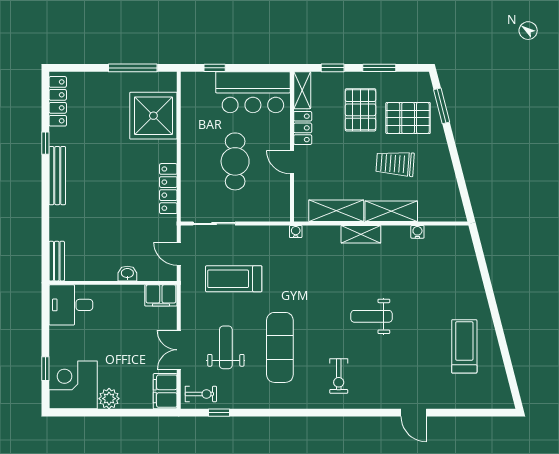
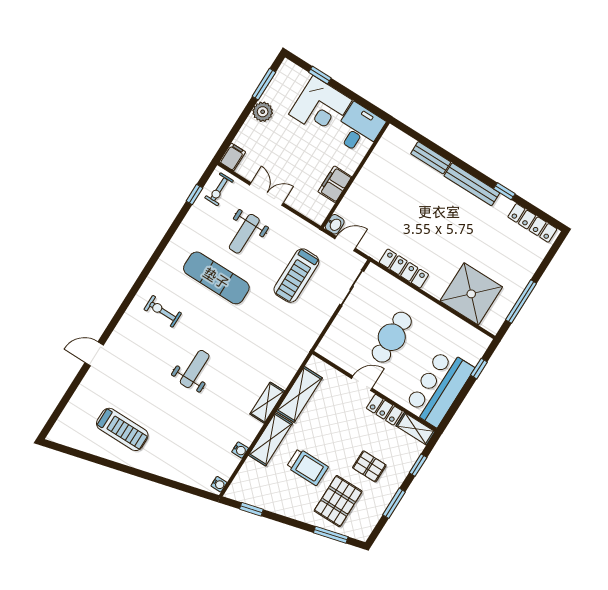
pallet: (360, 110) -> (369, 466), width x0.67, depth x0.71
cafe table: (235, 161) -> (392, 337), turned 90
trolley: (395, 164) -> (307, 467), turned 86
window: (463, 189) -> (251, 509), added
water cooler: (296, 232) -> (219, 484), moved
bench: (57, 261) -> (431, 158), moved
washbasin: (127, 274) -> (335, 224), moved
treadmill: (234, 279) -> (296, 276), turned 180
filing cabinet: (161, 295) -> (335, 184), moved
weight bench: (226, 347) -> (244, 234), turned 90
corner desk: (73, 385) -> (320, 107), moved, turned 90
filing cabinet: (165, 391) -> (232, 157), width x0.50
window: (84, 413) -> (264, 84), added

